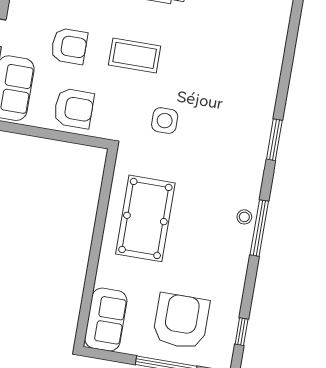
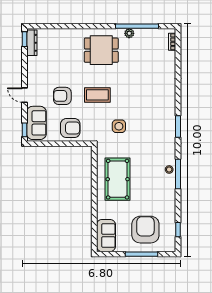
armchair: (69, 46) -> (62, 96), turned 180

